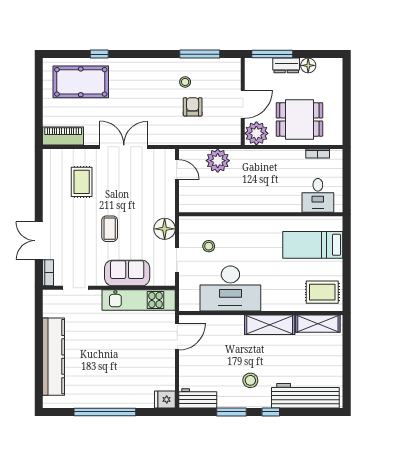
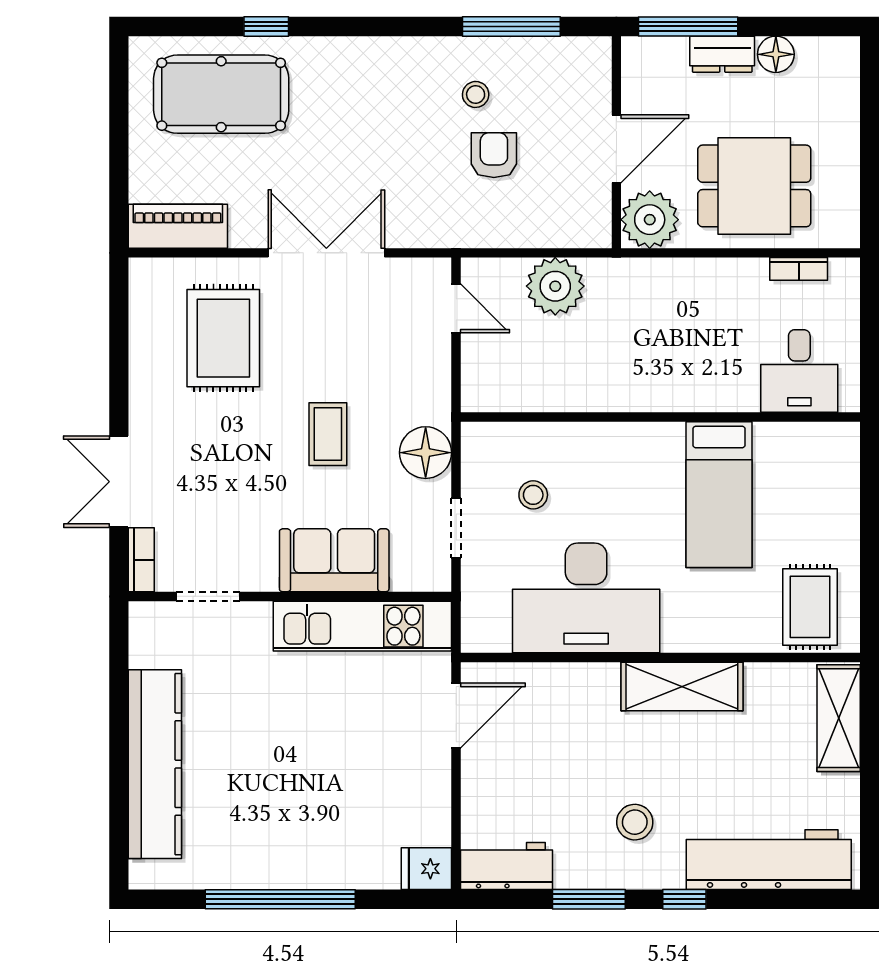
rug: (82, 182) -> (223, 338), width x1.36, depth x1.43
coffee table: (110, 229) -> (328, 434), moved
bed: (313, 245) -> (719, 495), moved, turned -90
rug: (322, 292) -> (810, 607), turned 90
shelving: (318, 324) -> (839, 718), moved, turned 90

